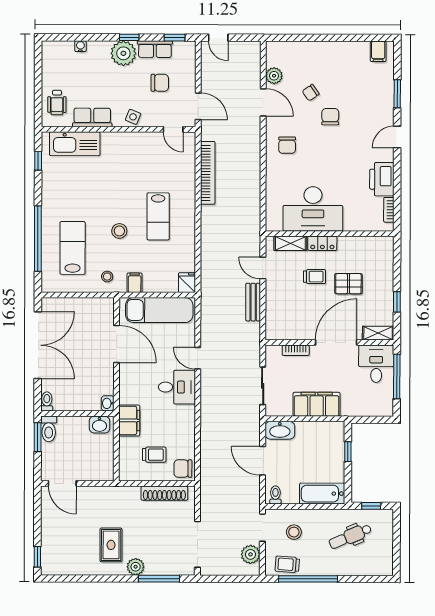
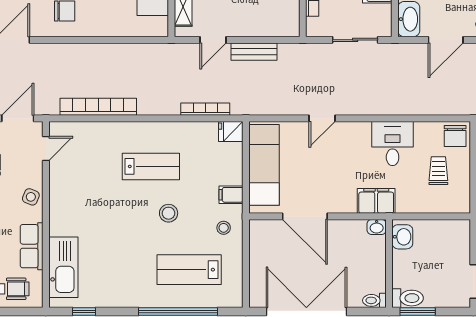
bookcase: (206, 262) -> (205, 109), added
door: (117, 344) -> (305, 216), swing flipped
desk: (177, 387) -> (393, 143), moved
filing cabinet: (129, 420) -> (376, 201), moved

